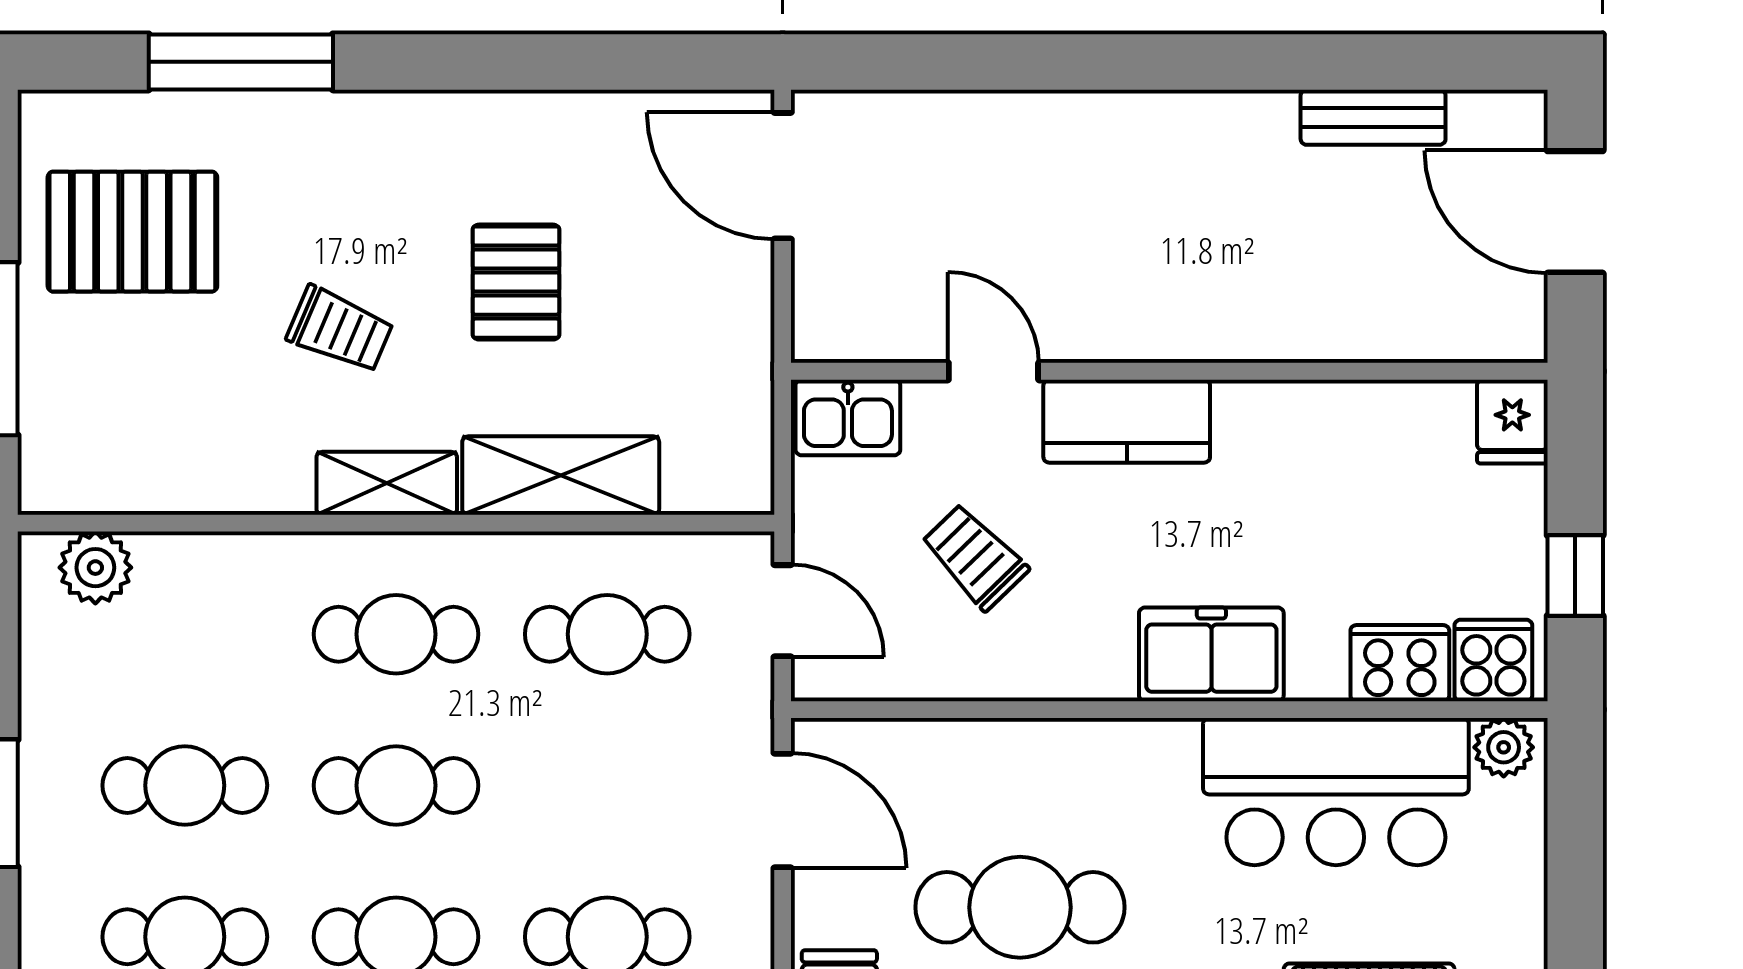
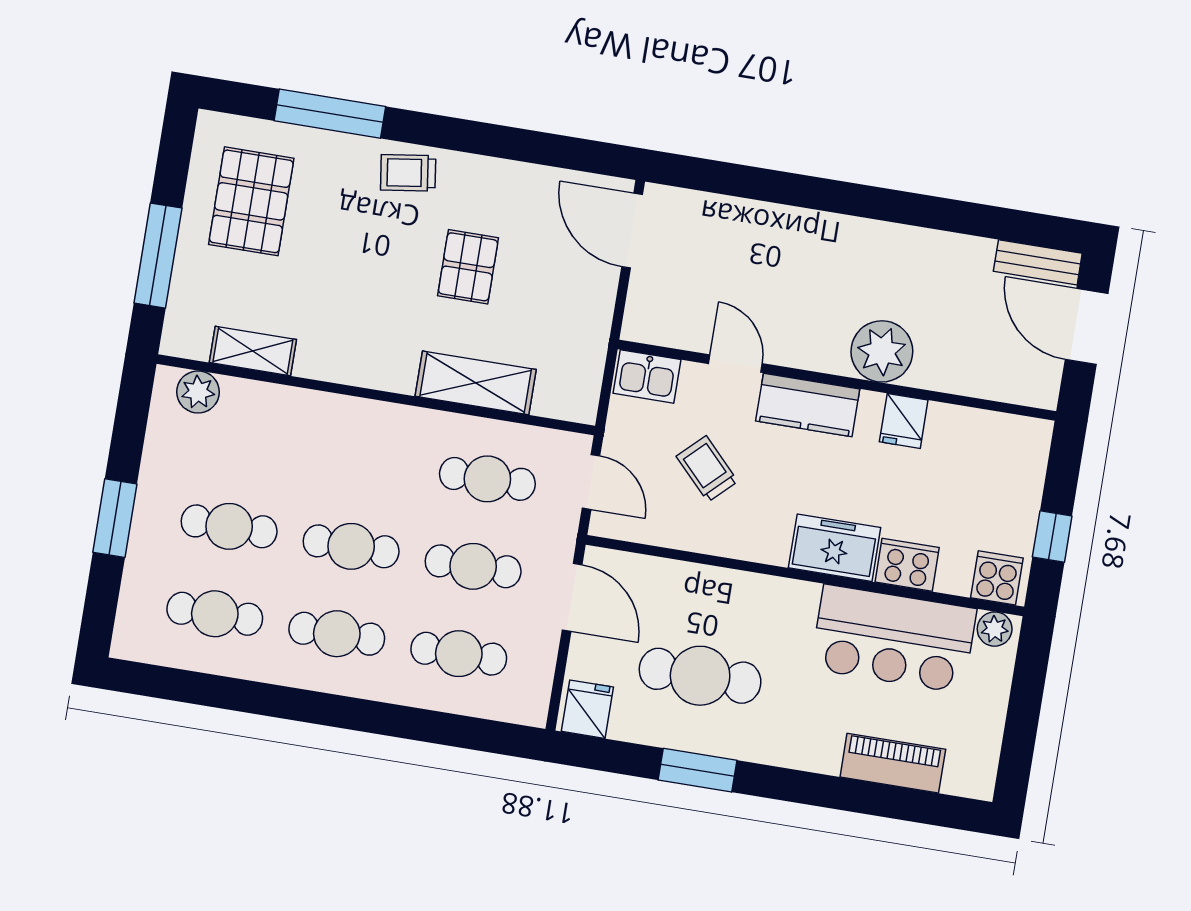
bench: (1373, 117) -> (1038, 262), moved
pallet: (132, 232) -> (251, 201), turned 90
plant: (1237, 310) -> (882, 351), added
trolley: (340, 329) -> (408, 173), moved, turned 149
fridge: (1512, 422) -> (904, 421), moved
shelving: (387, 483) -> (253, 351), moved
cafe table: (396, 634) -> (473, 566), moved
cooker: (1400, 663) -> (907, 565), moved

